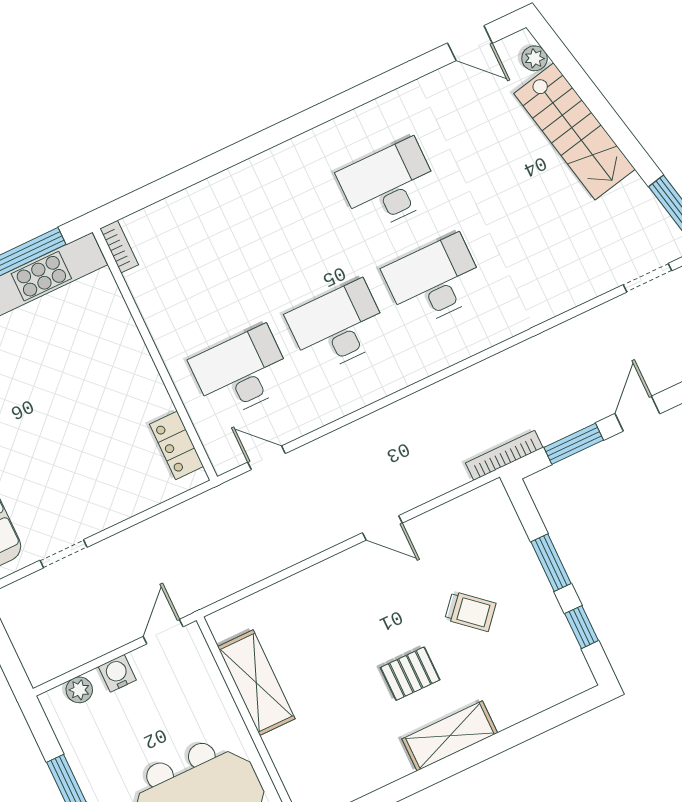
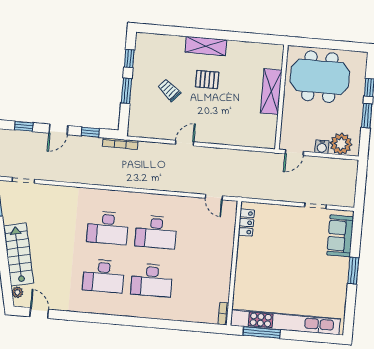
desk: (241, 372) -> (152, 280), moved
window: (574, 444) -> (90, 132), width x0.67
door: (382, 528) -> (185, 143), hinge flipped
shelving: (256, 683) -> (271, 92), moved
plant: (79, 690) -> (341, 144), width x1.88, depth x1.88

